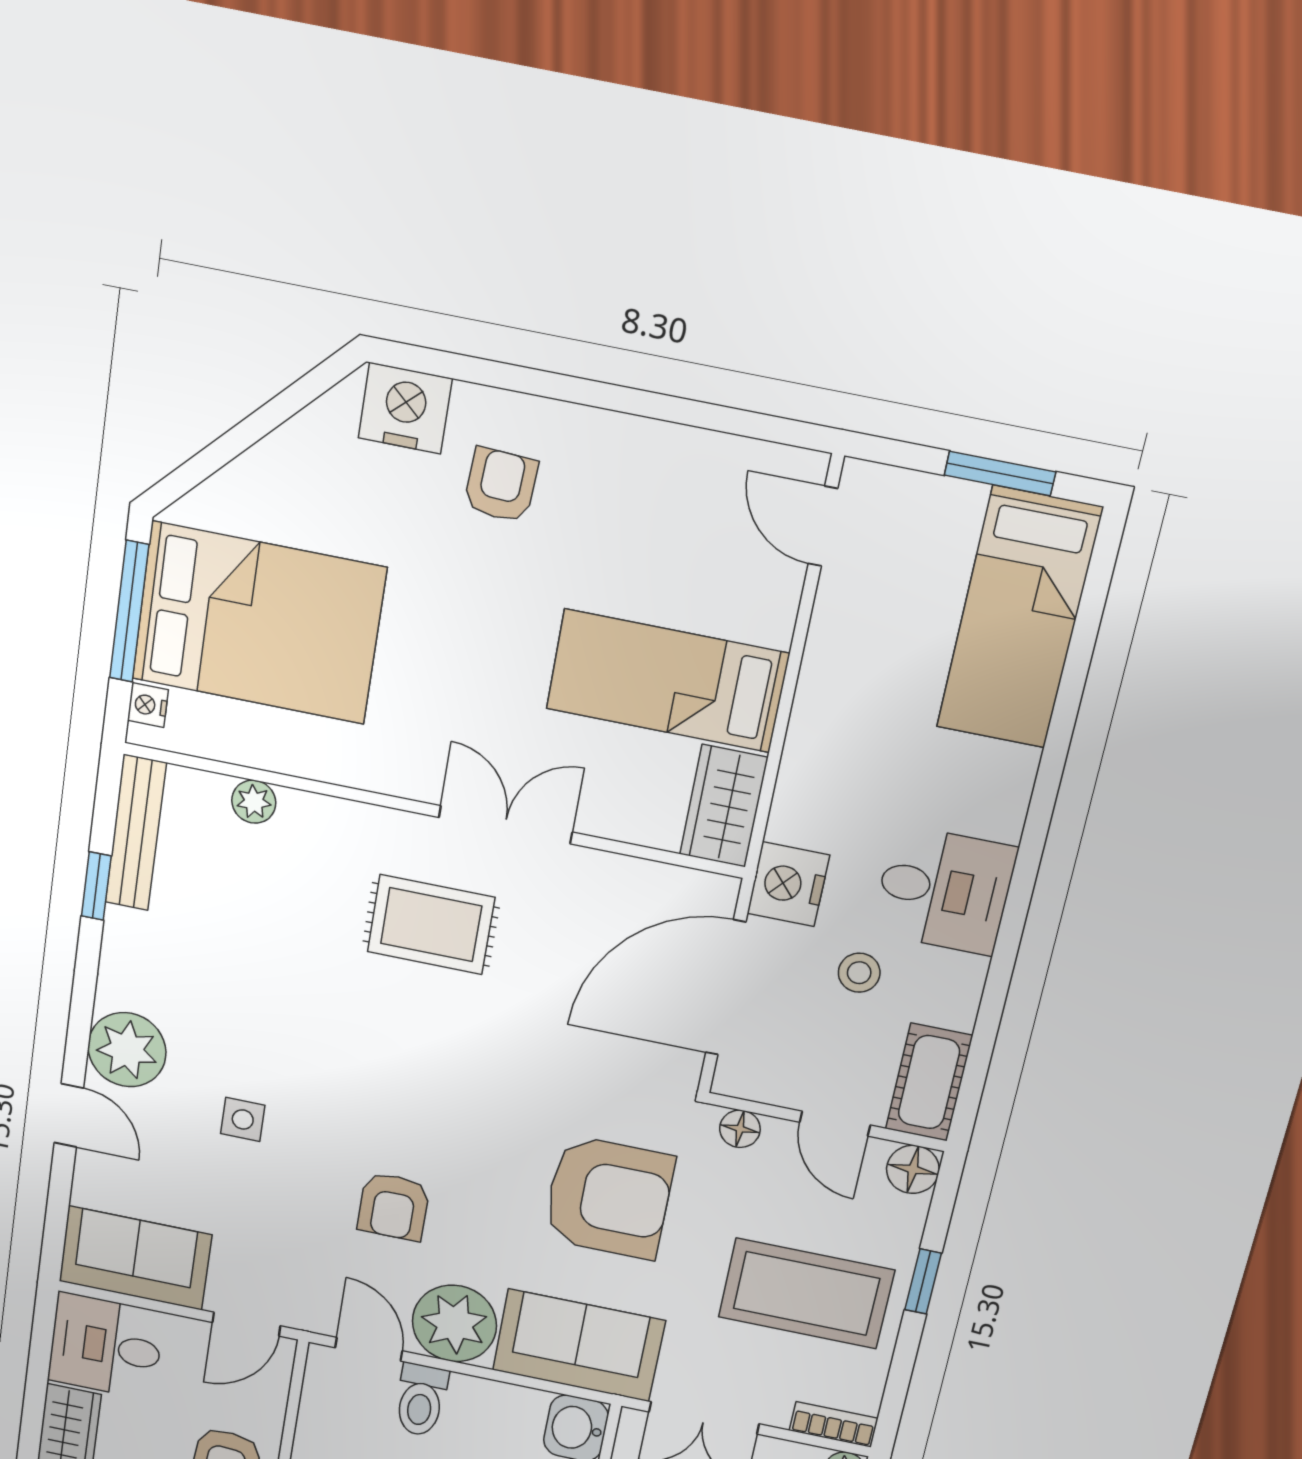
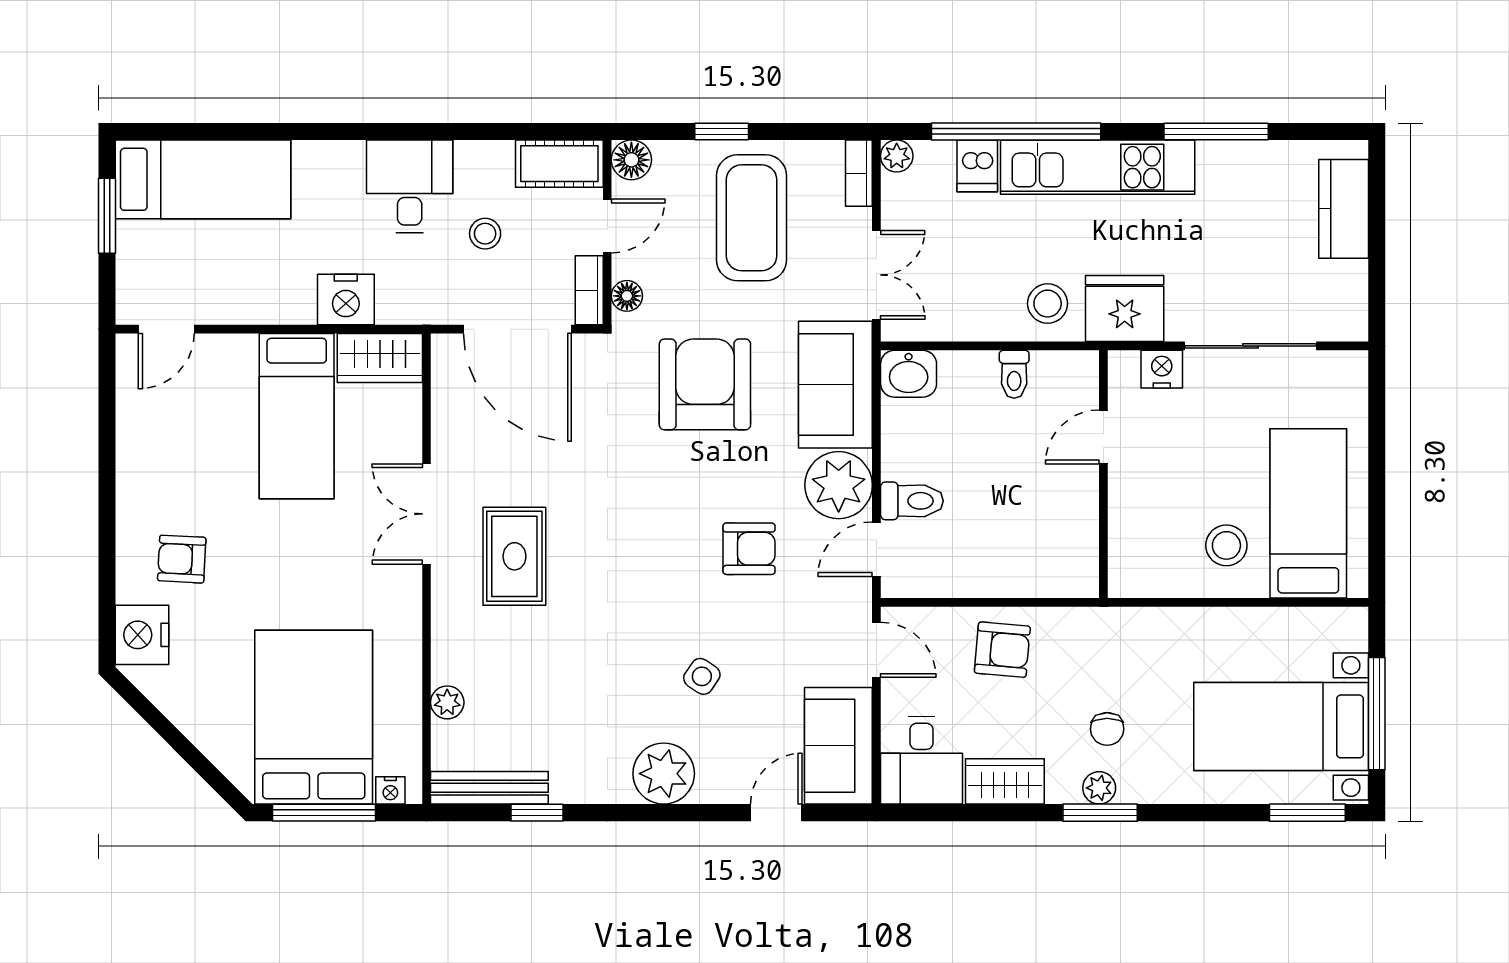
nightstand: (788, 884) -> (346, 299), moved
bookcase: (757, 1085) -> (589, 290), added
door: (69, 1115) -> (776, 813), moved
side table: (243, 1119) -> (702, 676), turned 34

